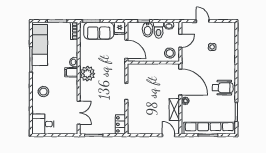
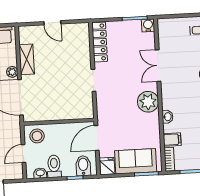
bidet: (148, 30) -> (83, 166), moved
door: (126, 49) -> (97, 138), hinge flipped
filing cabinet: (71, 72) -> (172, 140), moved
double door: (79, 113) -> (158, 66), moved
locker: (120, 124) -> (100, 42), width x1.53
water cooler: (84, 130) -> (148, 25), added
door: (169, 135) -> (52, 23), moved

